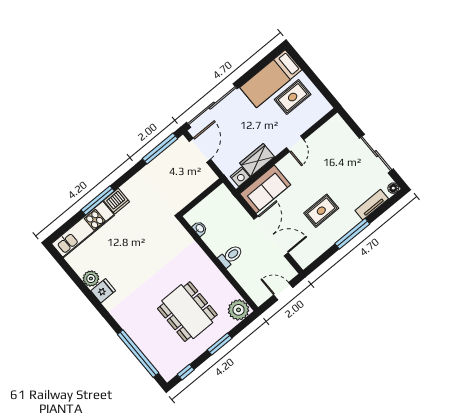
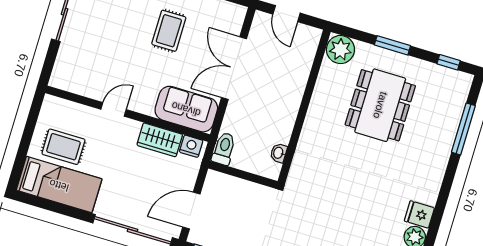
rug: (321, 211) -> (169, 31), turned 90
toilet: (231, 256) -> (224, 149), moved, turned 90
window: (138, 354) -> (463, 129), width x0.68

